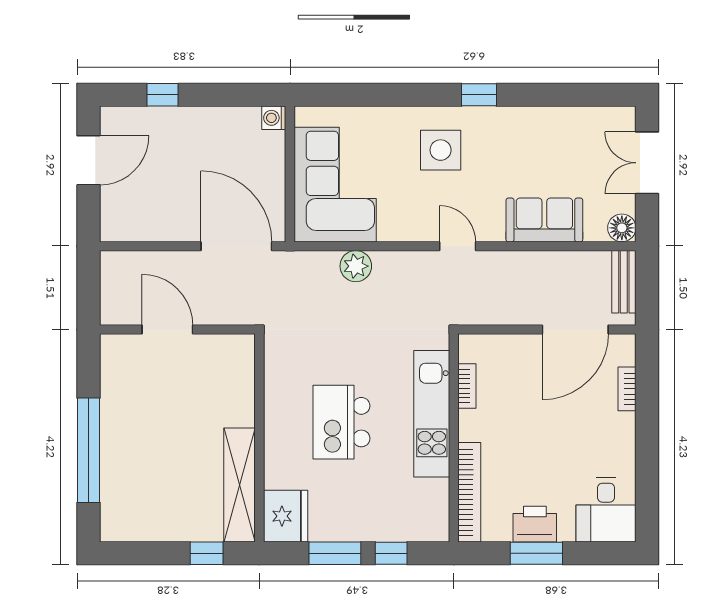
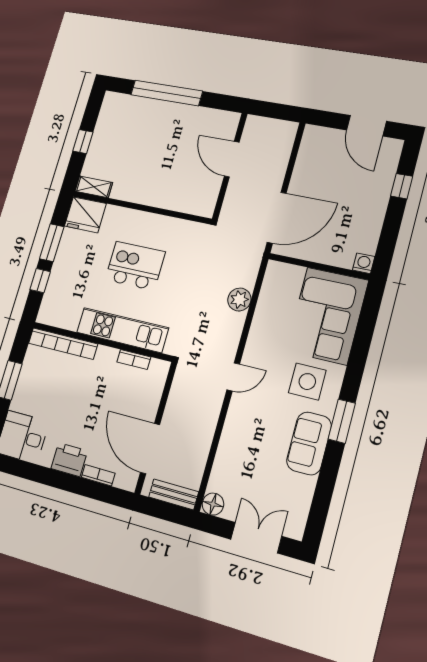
window: (479, 95) -> (342, 421), width x1.50
corner sofa: (335, 185) -> (327, 316), moved, turned 90
sofa: (544, 220) -> (309, 443), moved, turned 180
door: (167, 330) -> (232, 159), swing flipped
shelving: (240, 485) -> (94, 187), width x0.45, depth x0.75
printer: (535, 524) -> (69, 460), moved, turned -90
window: (207, 553) -> (83, 142), moved

